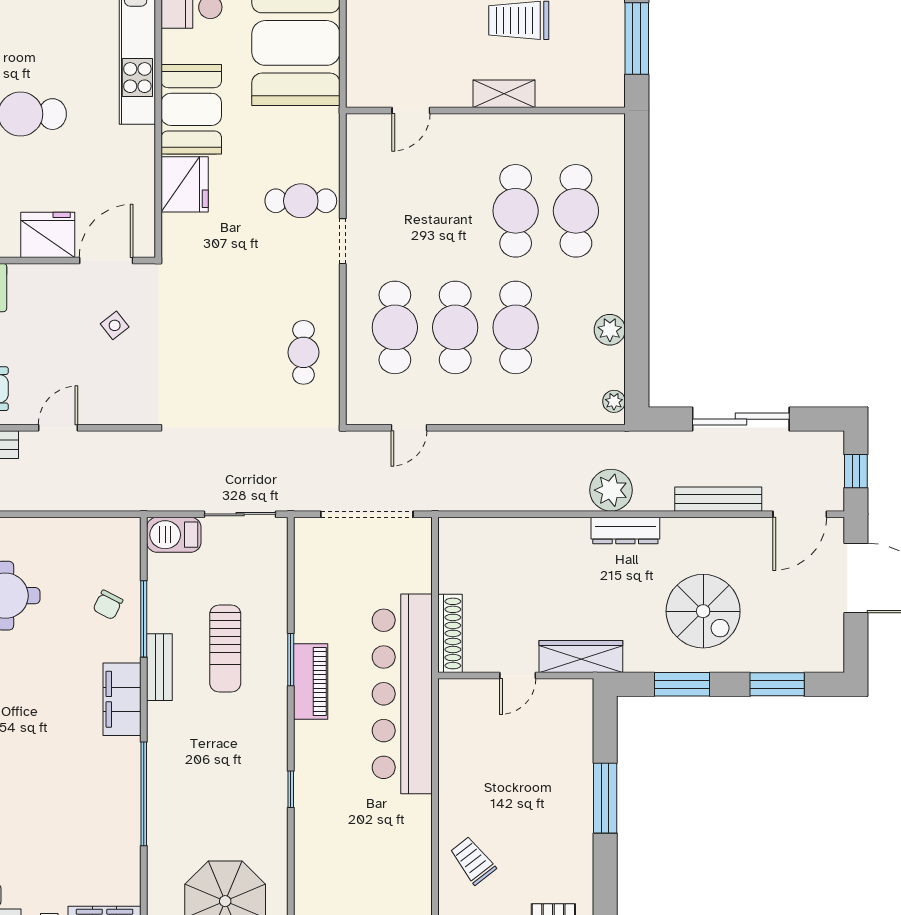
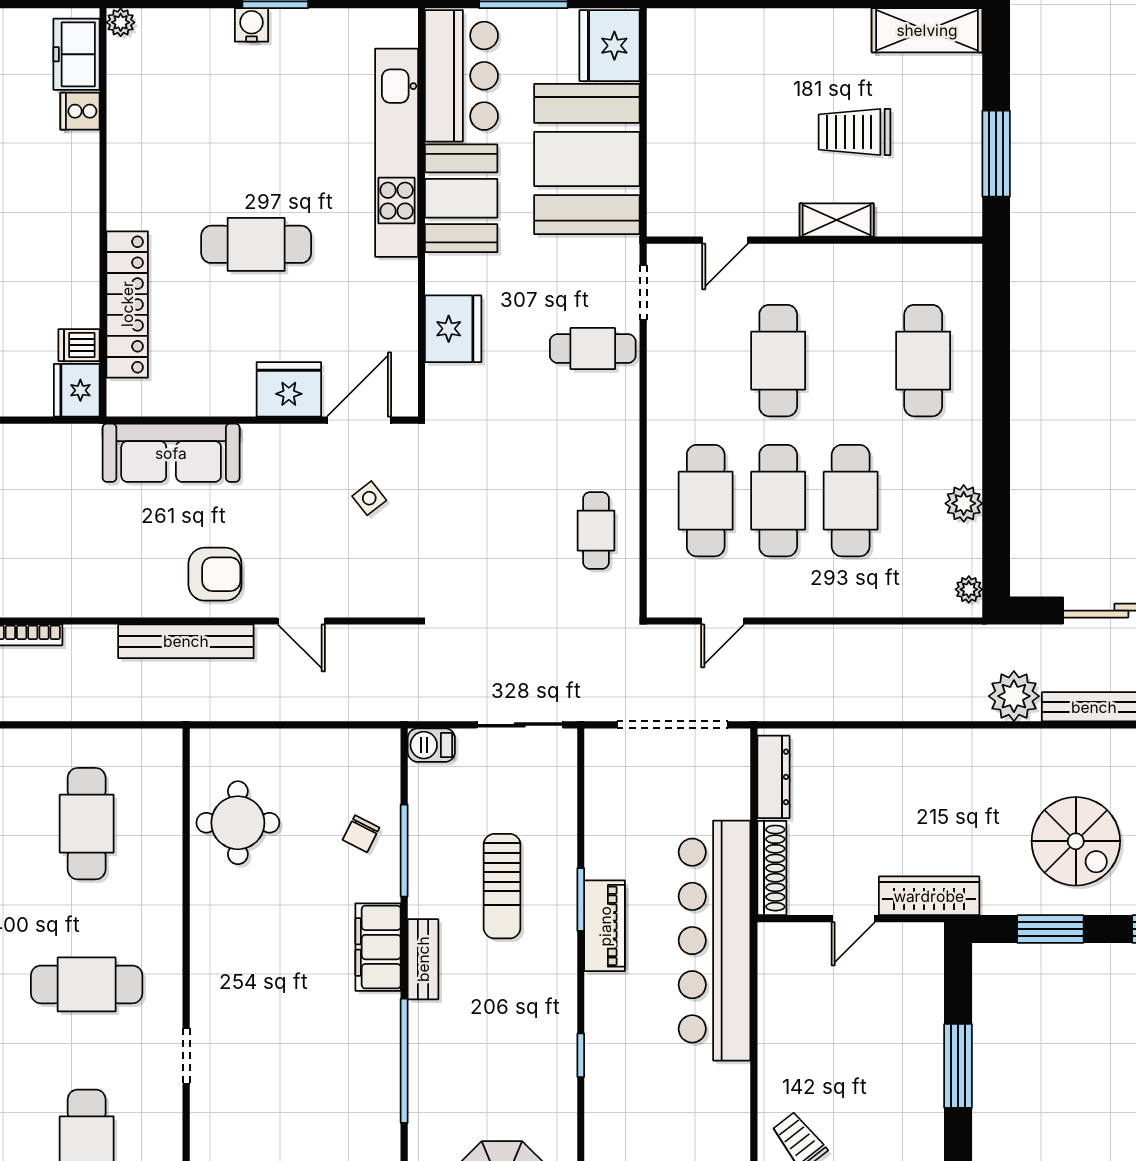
booth: (191, 109) -> (461, 198), moved
cafe table: (516, 211) -> (778, 361), moved
doorway: (343, 241) -> (643, 292), moved
door: (58, 428) -> (301, 621), swing flipped
plant: (611, 490) -> (1014, 696), moved
dresser: (625, 530) -> (773, 777), moved, turned -90
barbecue: (174, 535) -> (431, 745), width x0.73, depth x0.79
bench: (159, 667) -> (423, 959), moved

